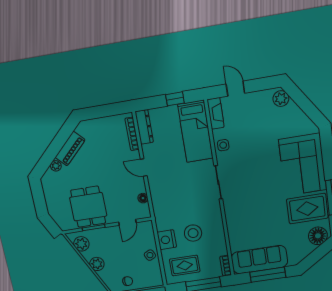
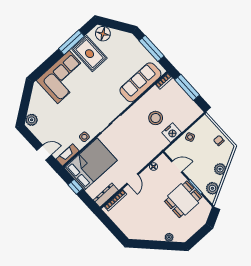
door: (235, 89) -> (44, 153), swing flipped
bed: (195, 131) -> (91, 164), width x1.50
piano: (70, 149) -> (151, 235), removed
sofa: (259, 260) -> (140, 82), moved, turned 90
rug: (185, 265) -> (182, 109), removed

